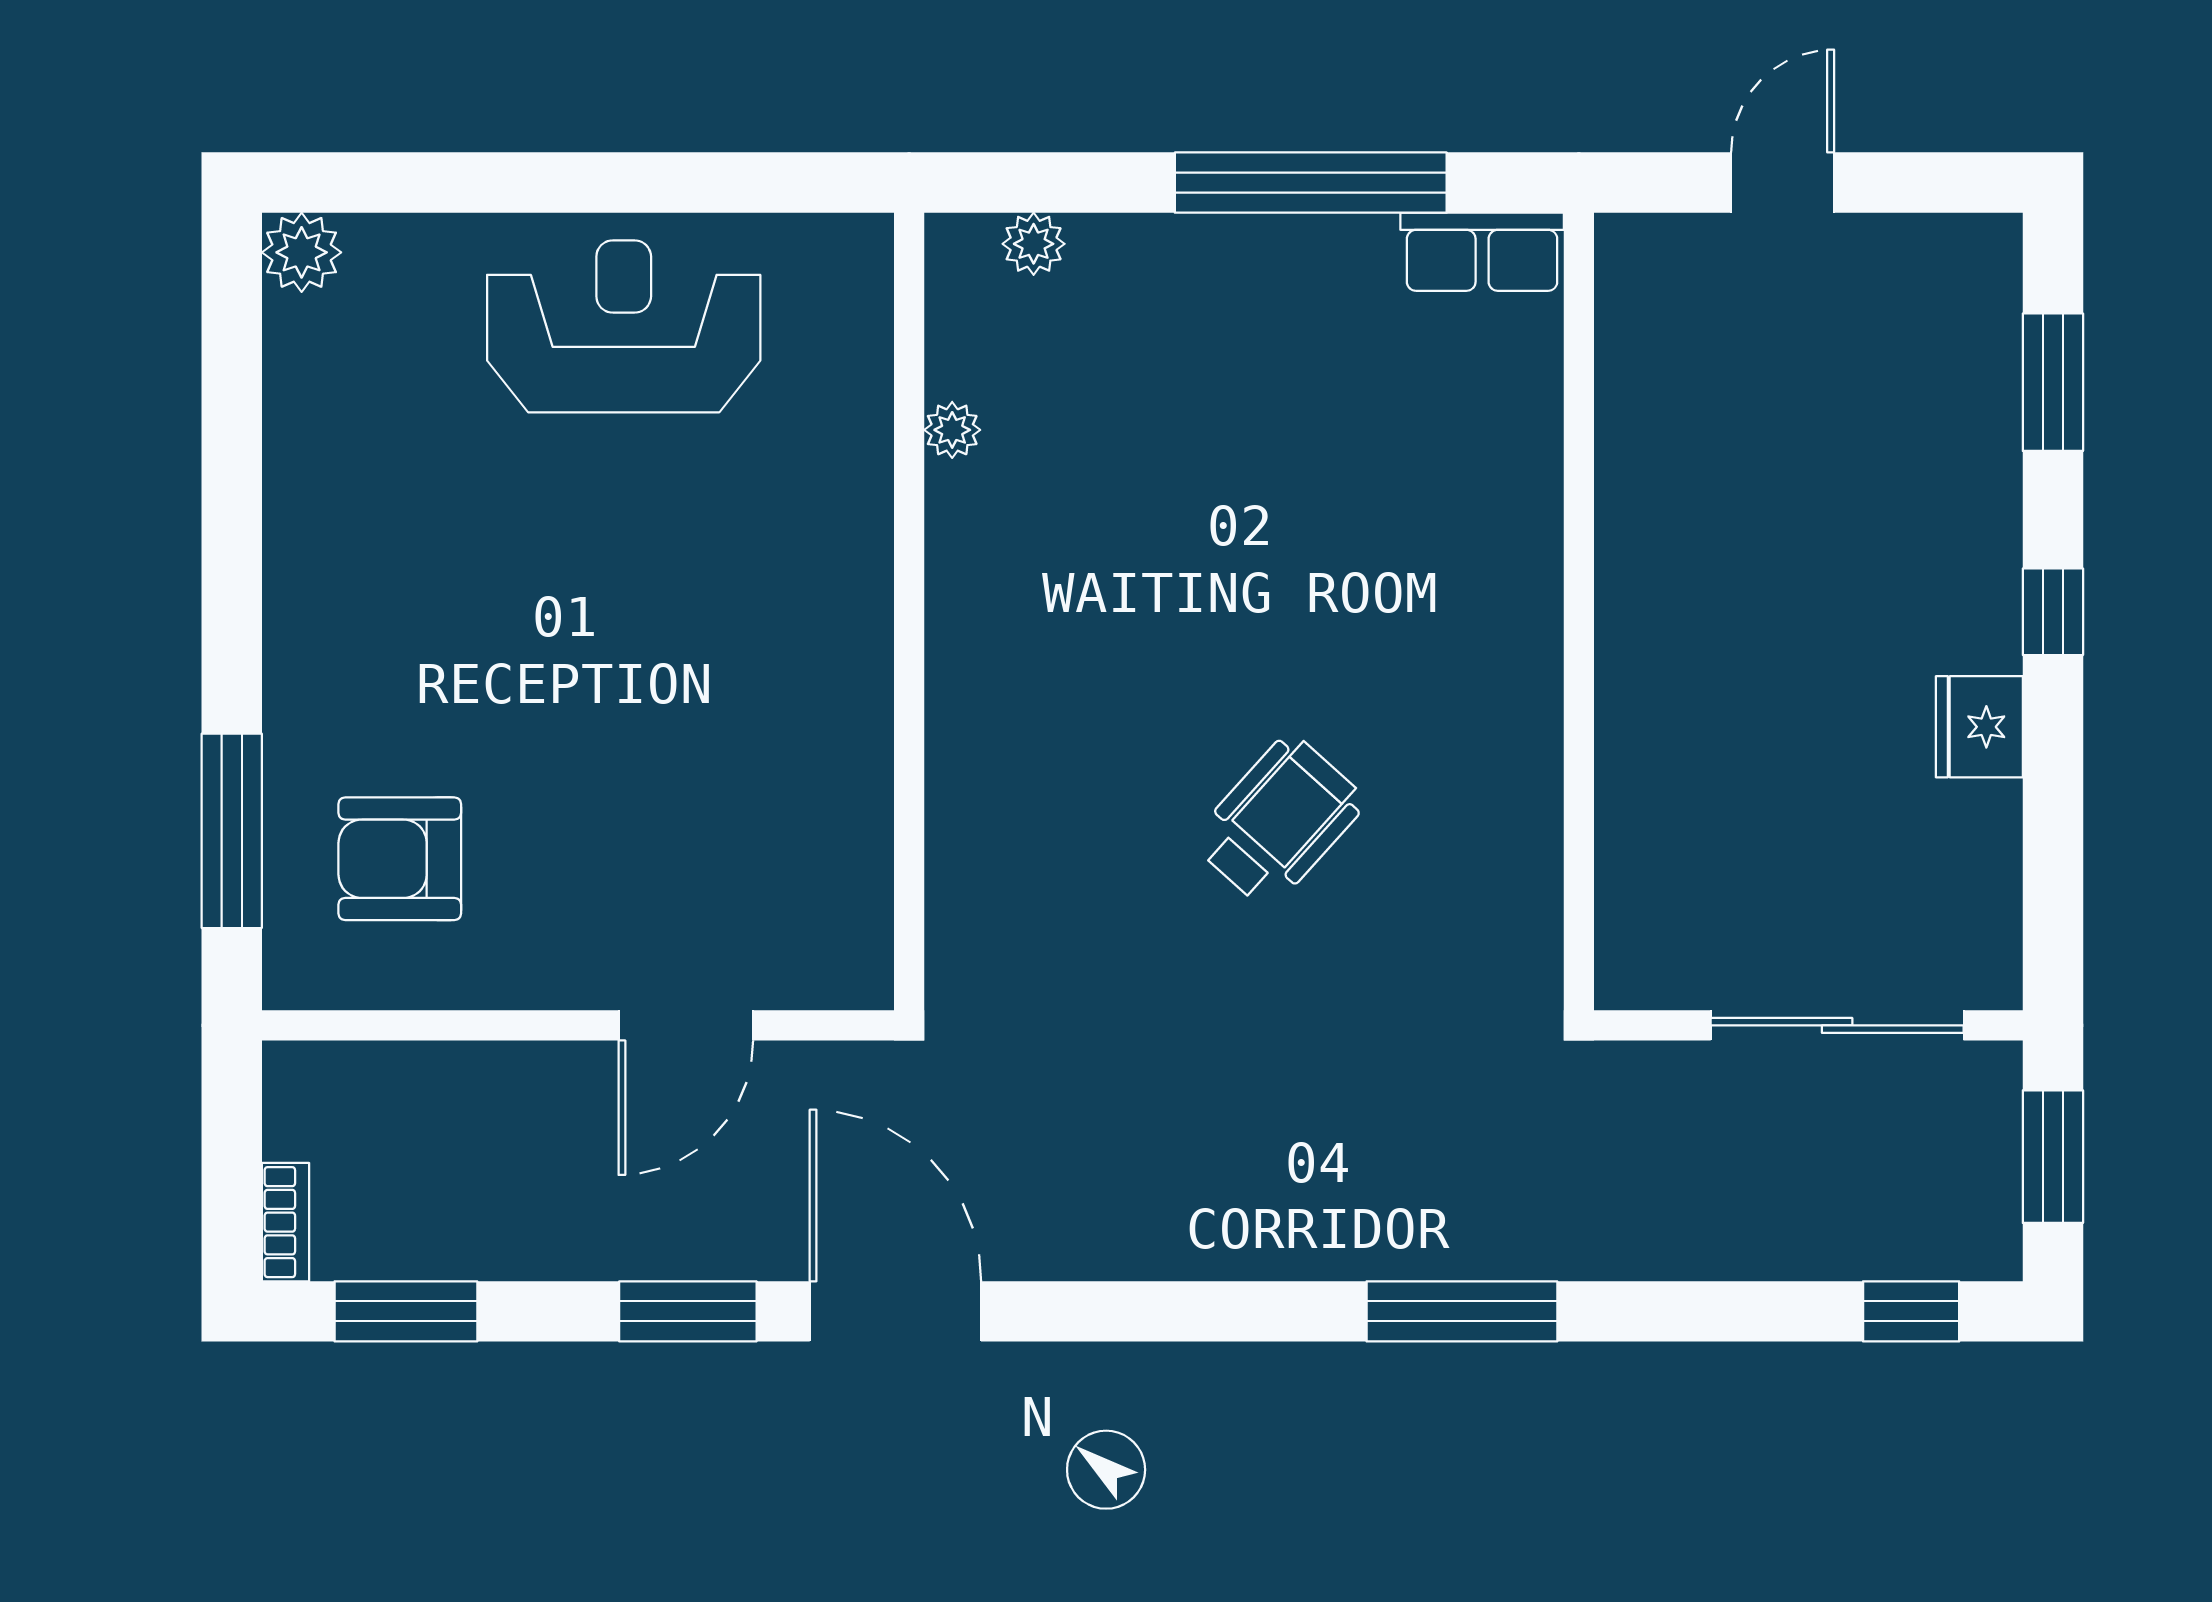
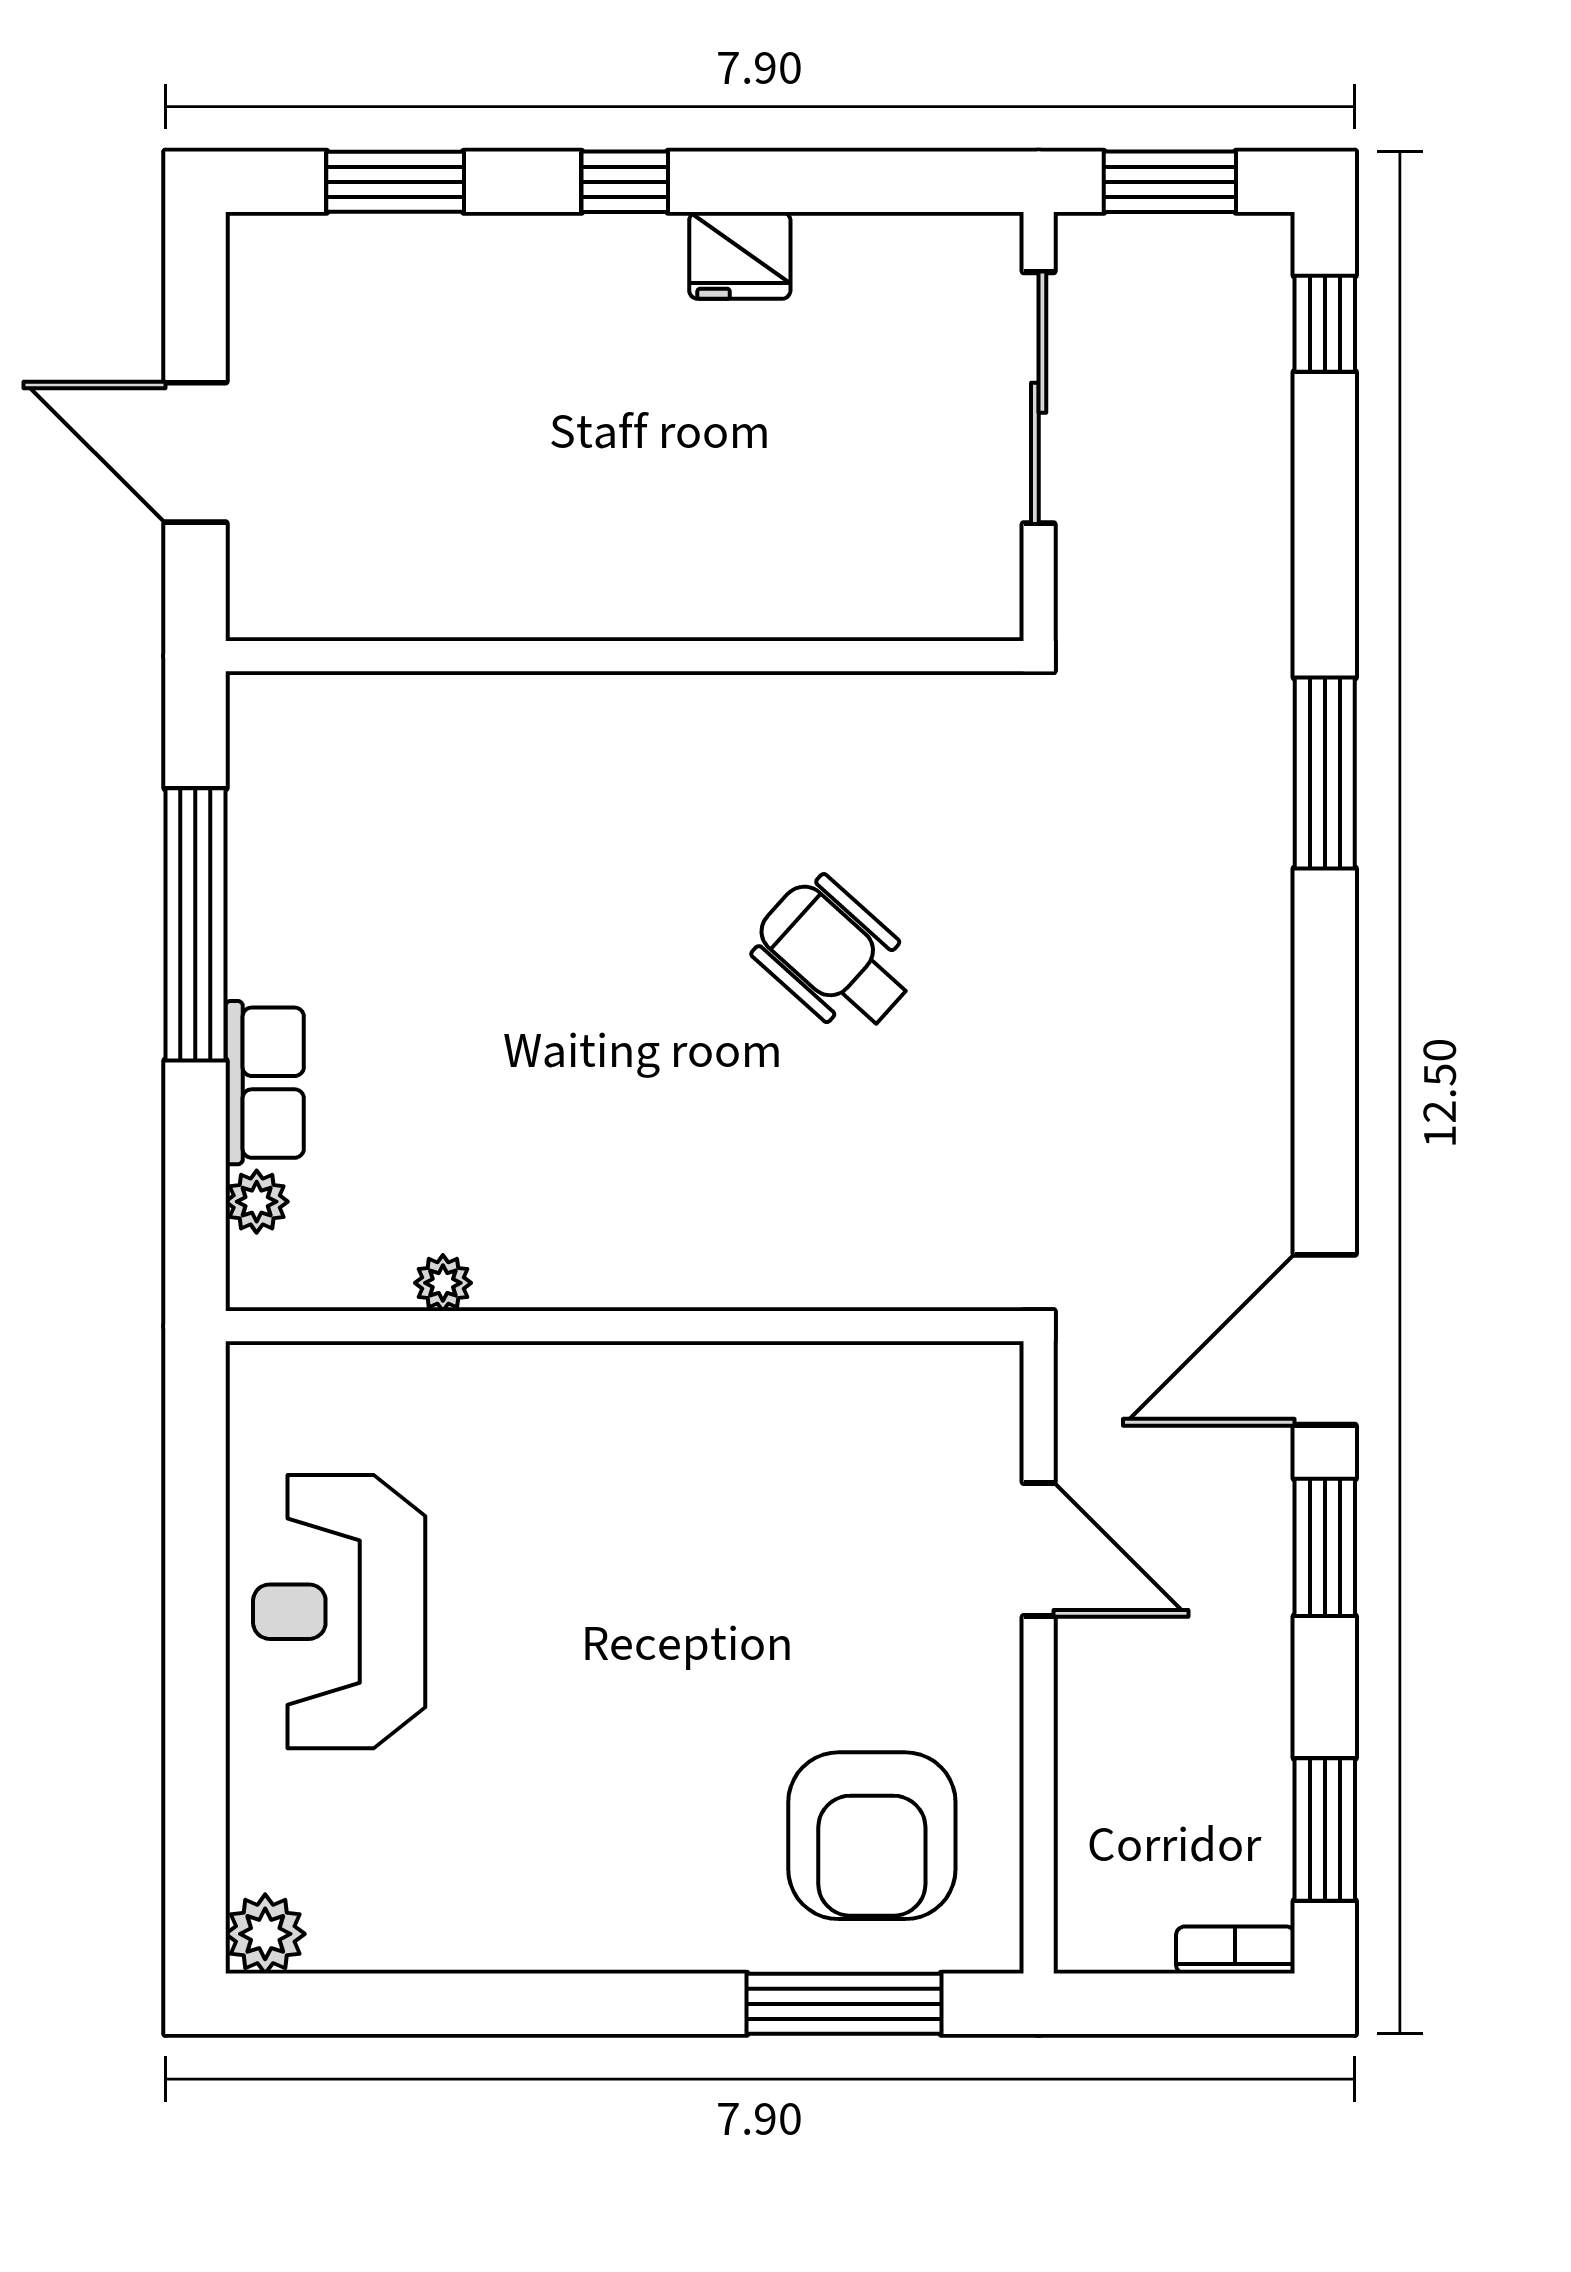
door: (1783, 183) -> (195, 452), width x1.37
row of seats: (1482, 252) -> (265, 1083), moved
armchair: (400, 859) -> (872, 1836), width x1.36, depth x1.36

